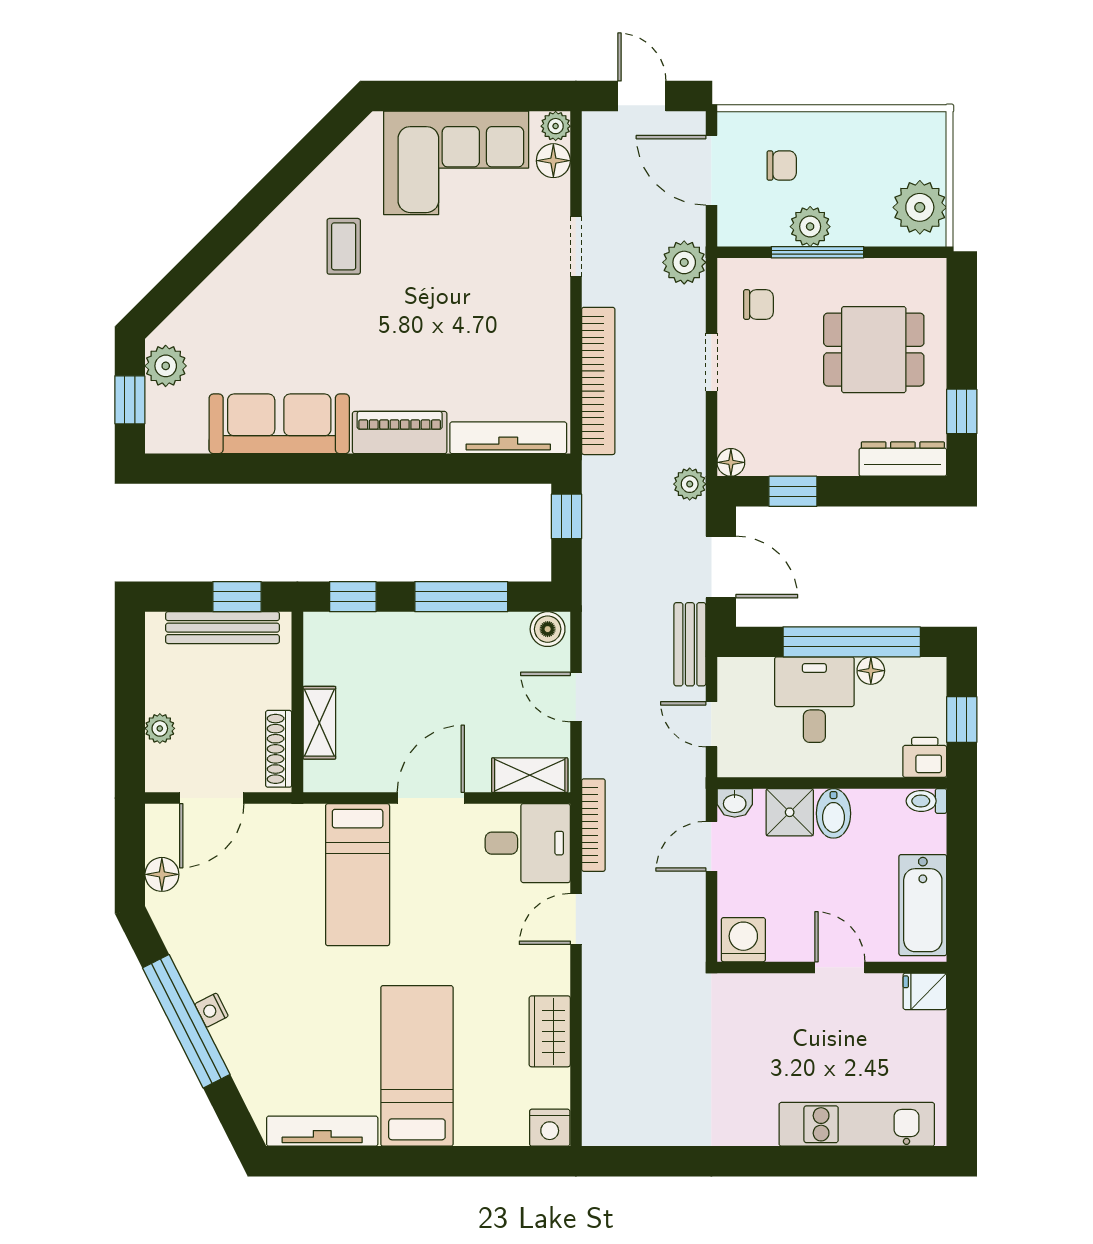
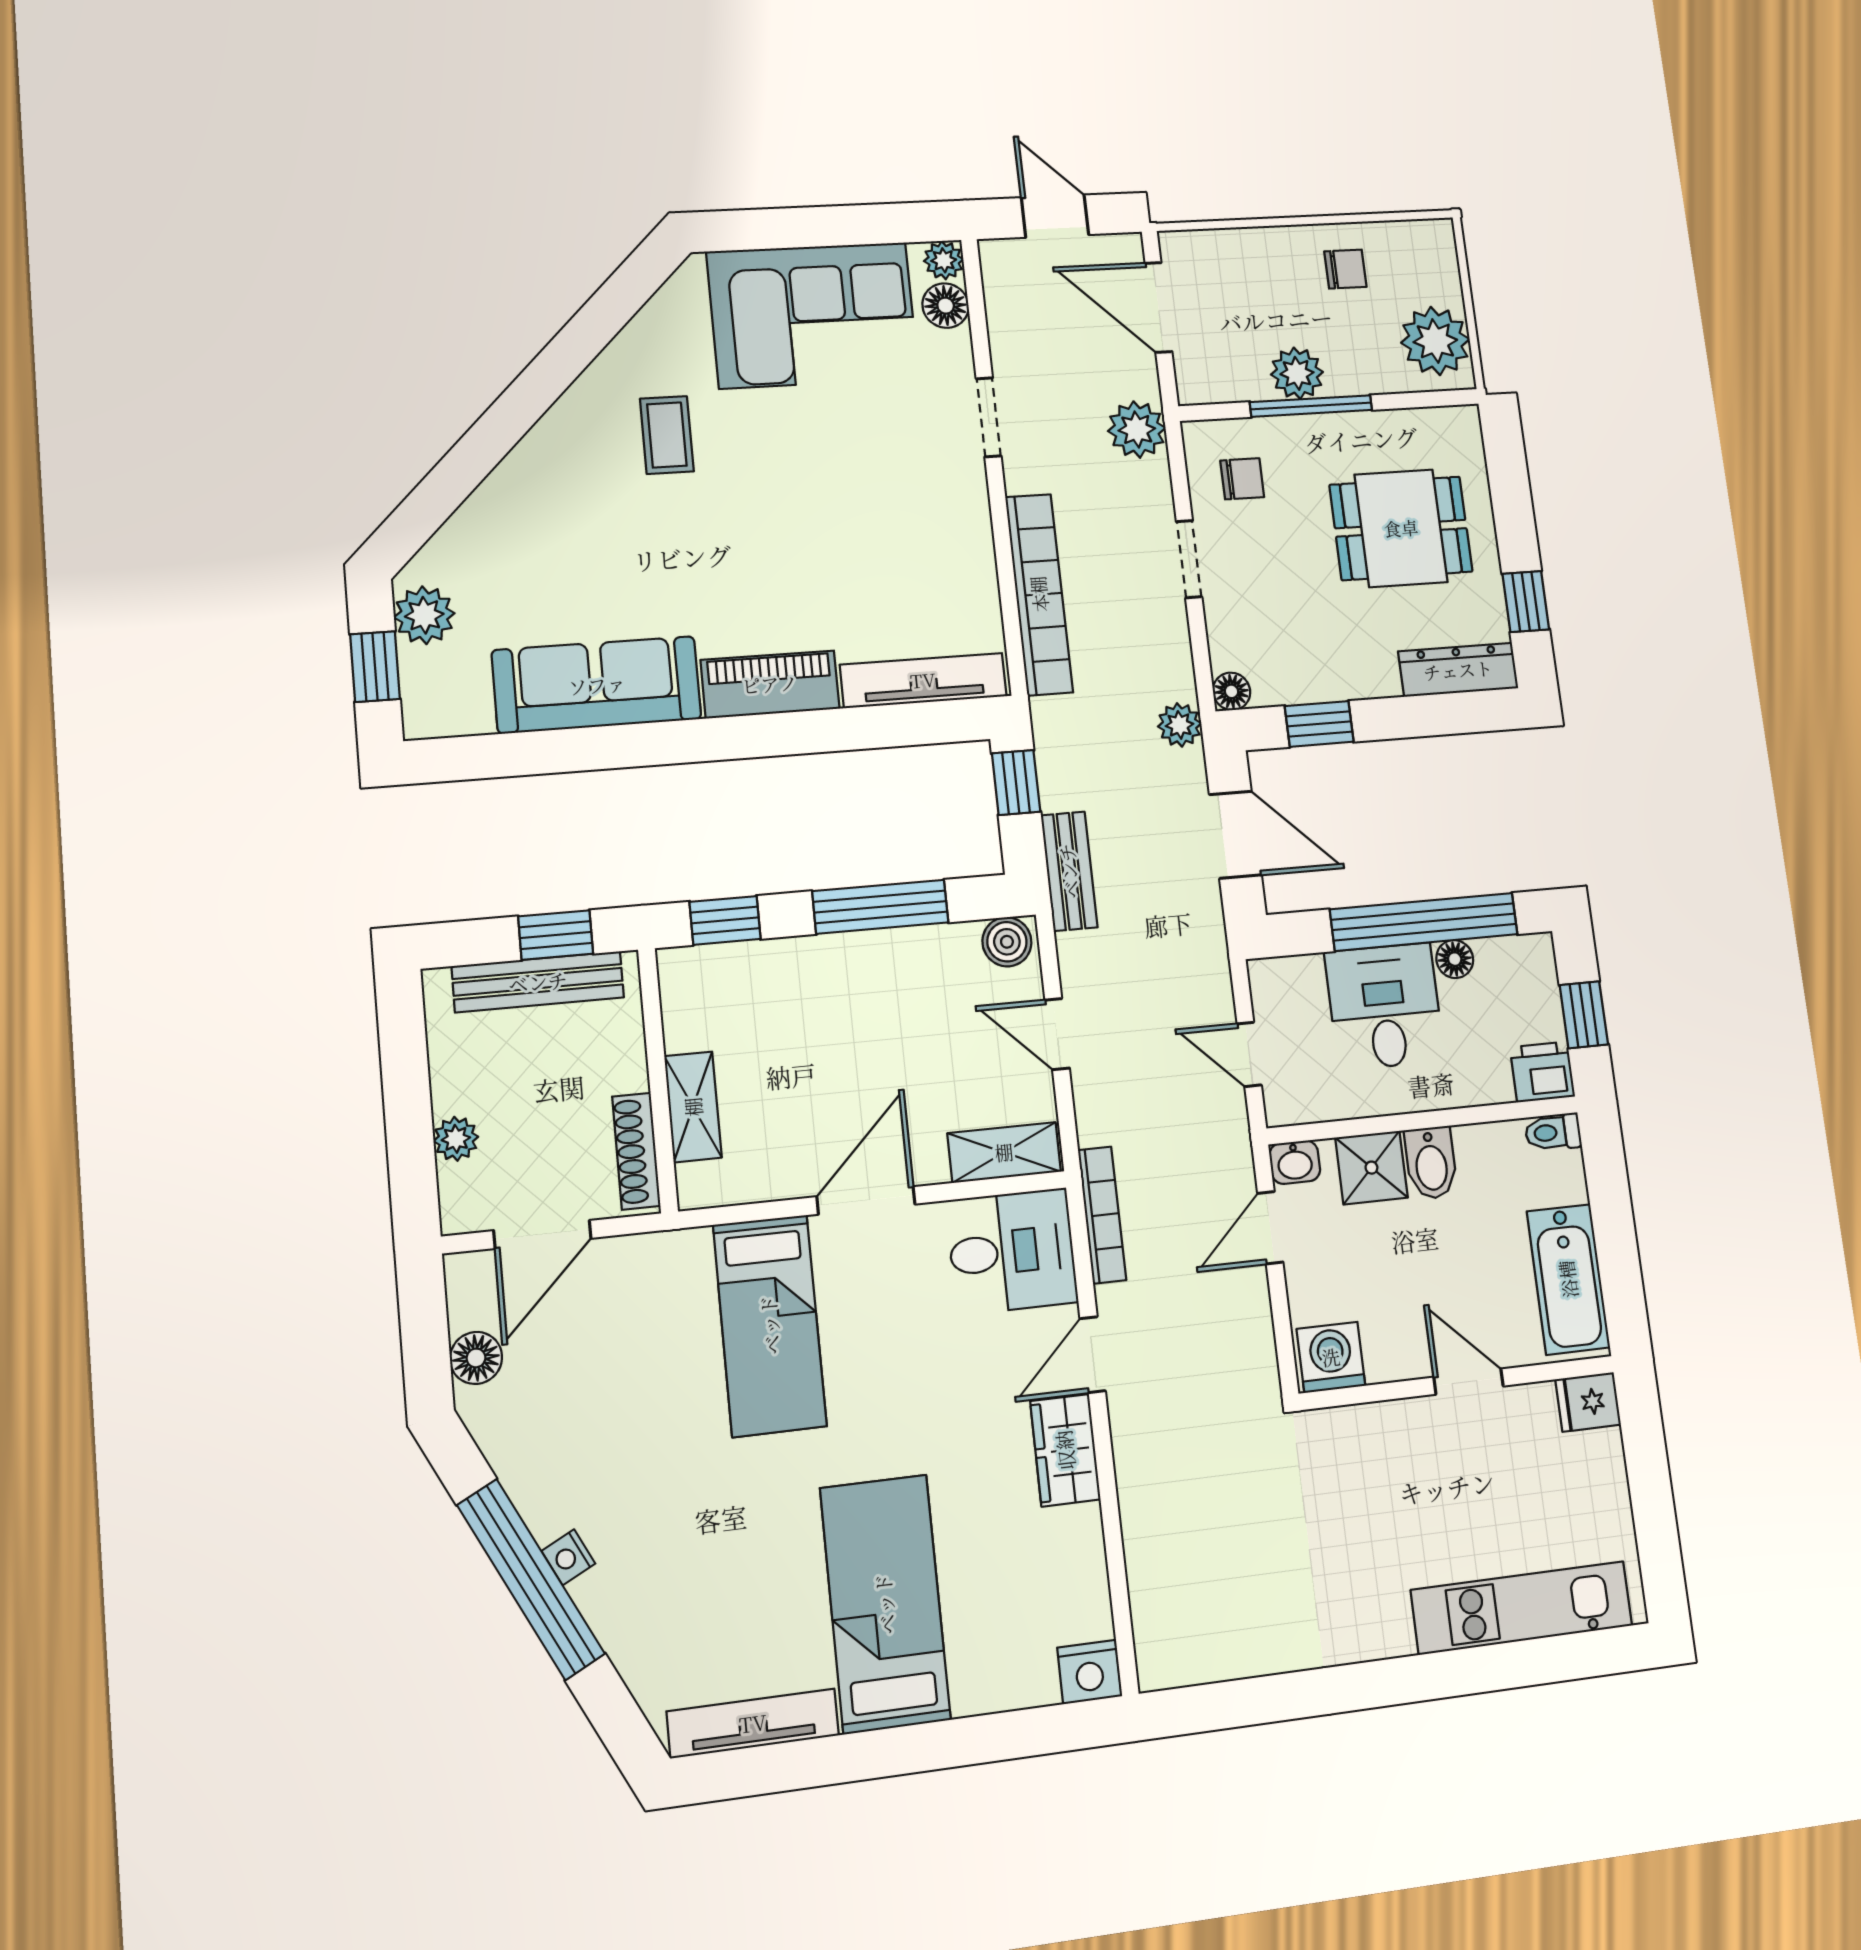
chair: (782, 166) -> (1345, 269), moved
bench: (690, 644) -> (1069, 871), moved
wardrobe: (550, 1031) -> (1065, 1450), moved

